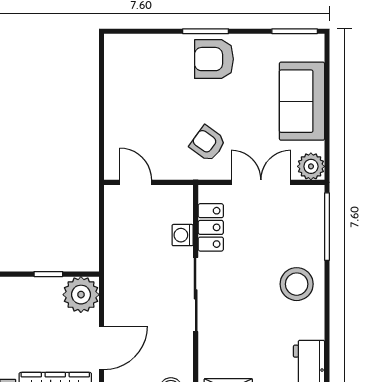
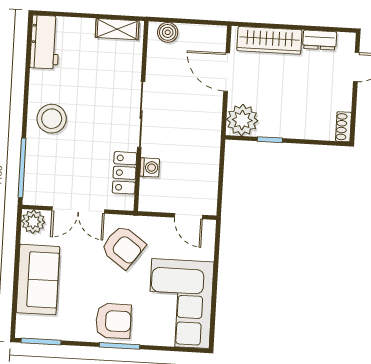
corner sofa: (139, 83) -> (180, 304), added
armchair: (208, 144) -> (123, 247), width x1.38, depth x1.38
door: (102, 348) -> (227, 72), hinge flipped

